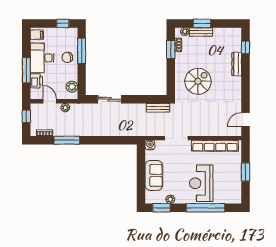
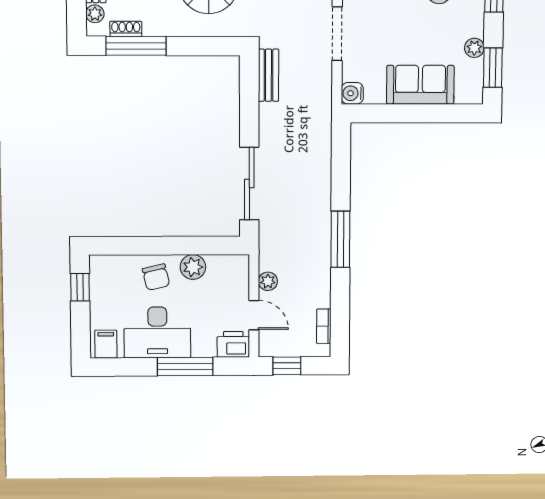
window: (171, 49) -> (136, 46), width x1.44
window: (82, 51) -> (141, 246), removed
printer: (36, 81) -> (233, 344), moved
plant: (72, 87) -> (193, 267), moved
sliding door: (110, 99) -> (249, 184), width x1.37
door: (50, 101) -> (254, 315), swing flipped
window: (67, 140) -> (340, 239), moved

